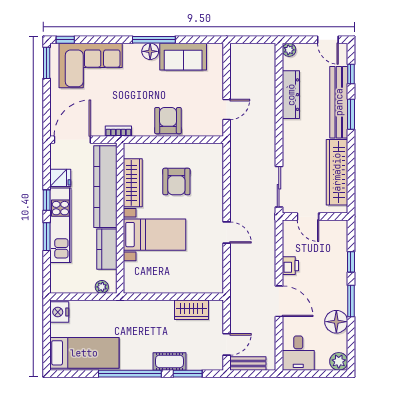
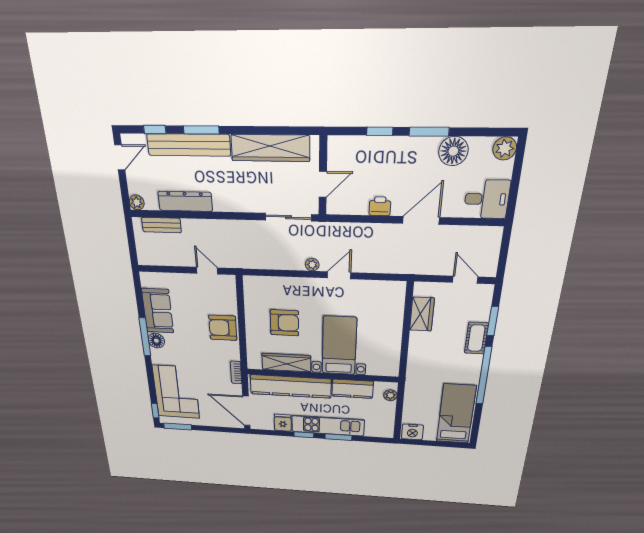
plant: (236, 208) -> (312, 265), added
bench: (248, 364) -> (161, 225), moved, turned 90

